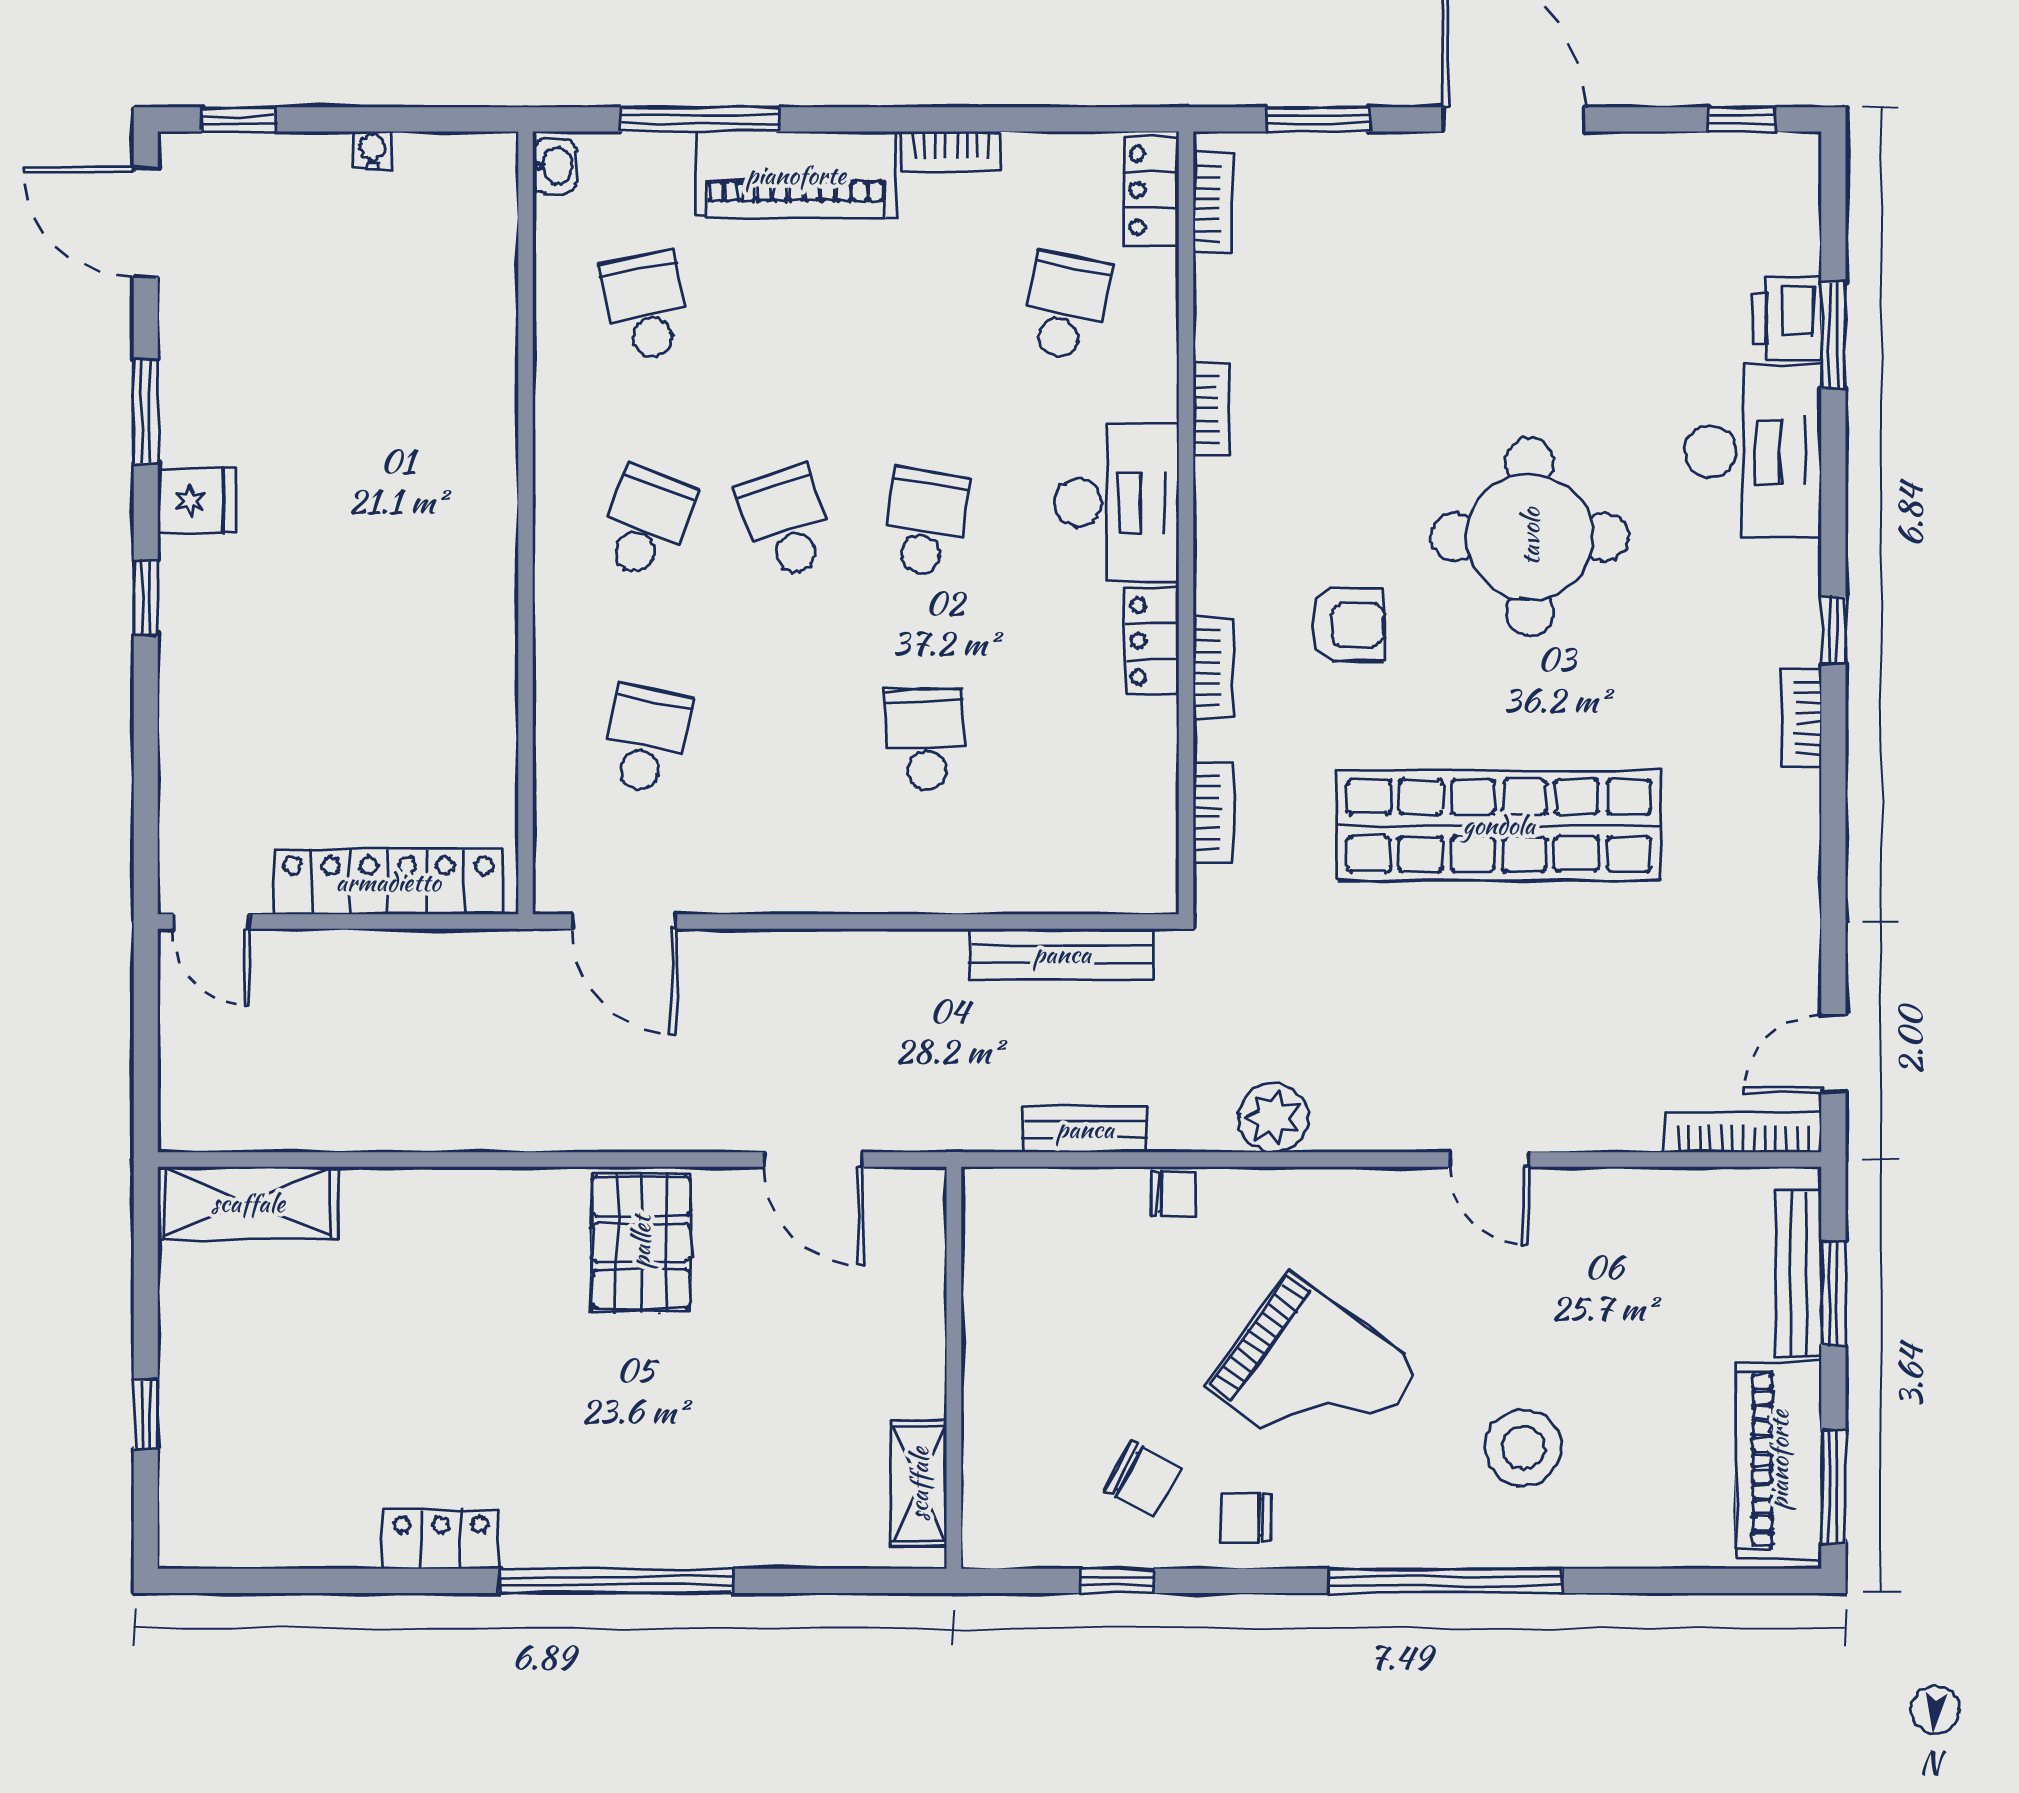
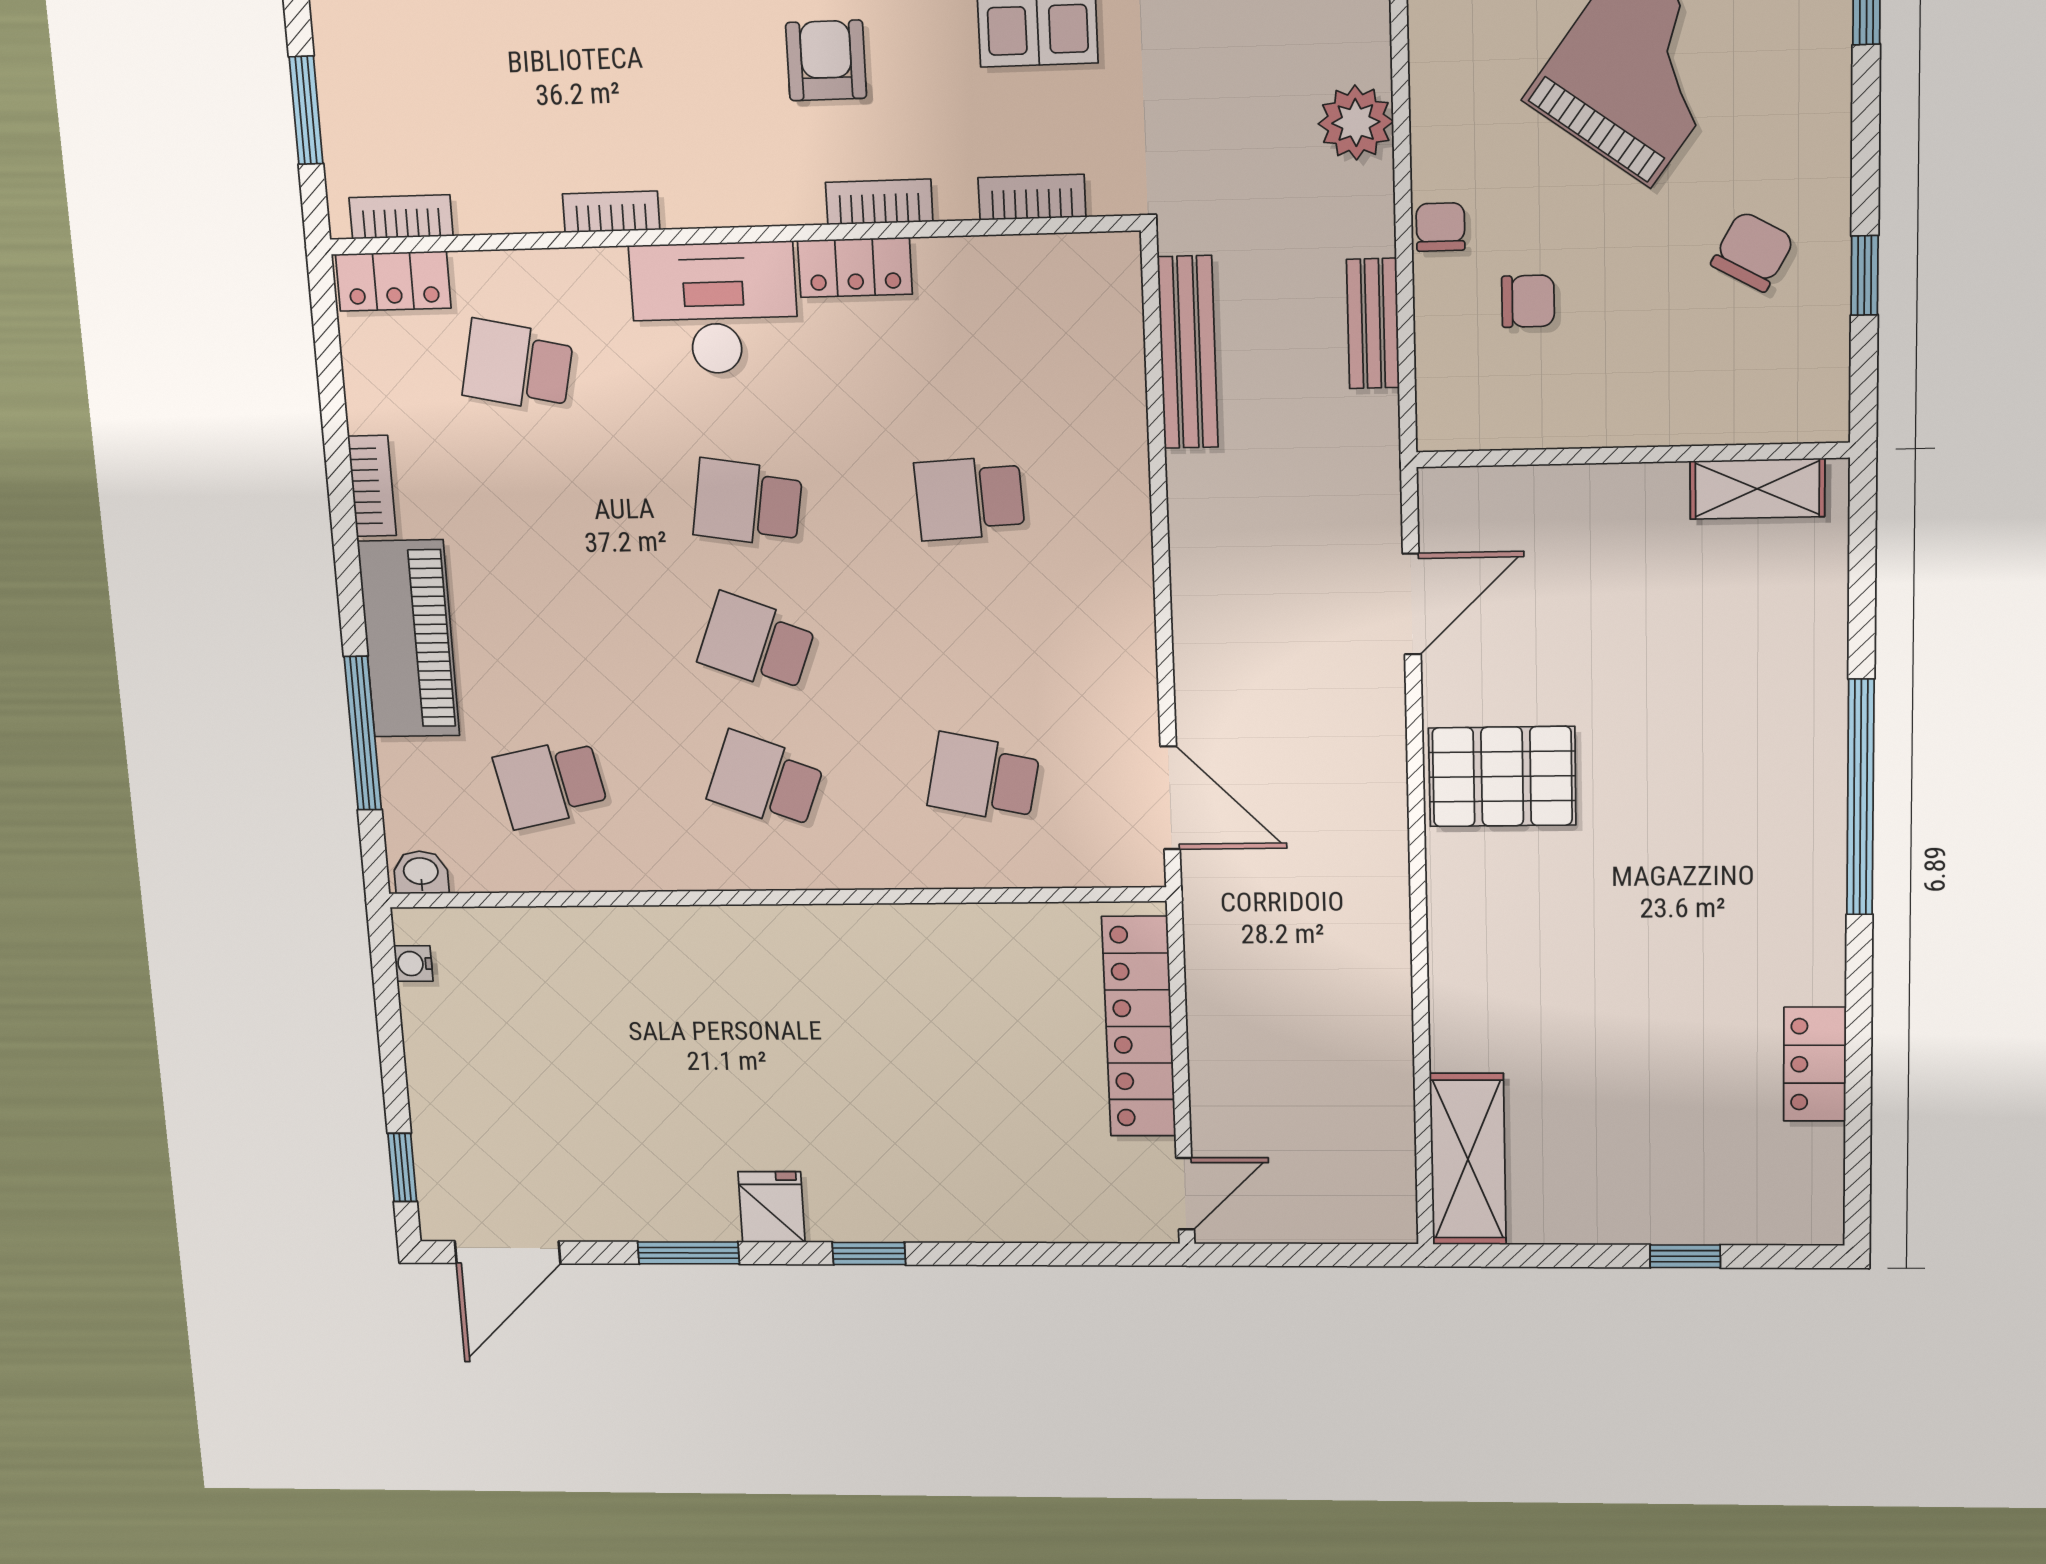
water cooler: (372, 150) -> (413, 964), moved
school desk: (786, 523) -> (757, 643), turned 39
door: (624, 922) -> (1170, 798), hinge flipped
chair: (1246, 1518) -> (1528, 301), moved, turned -90
locker: (441, 1539) -> (1815, 1064), moved

